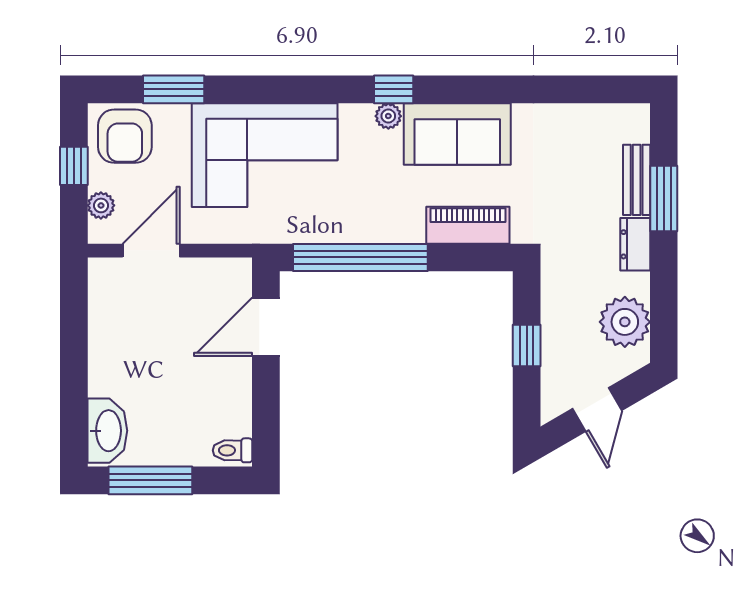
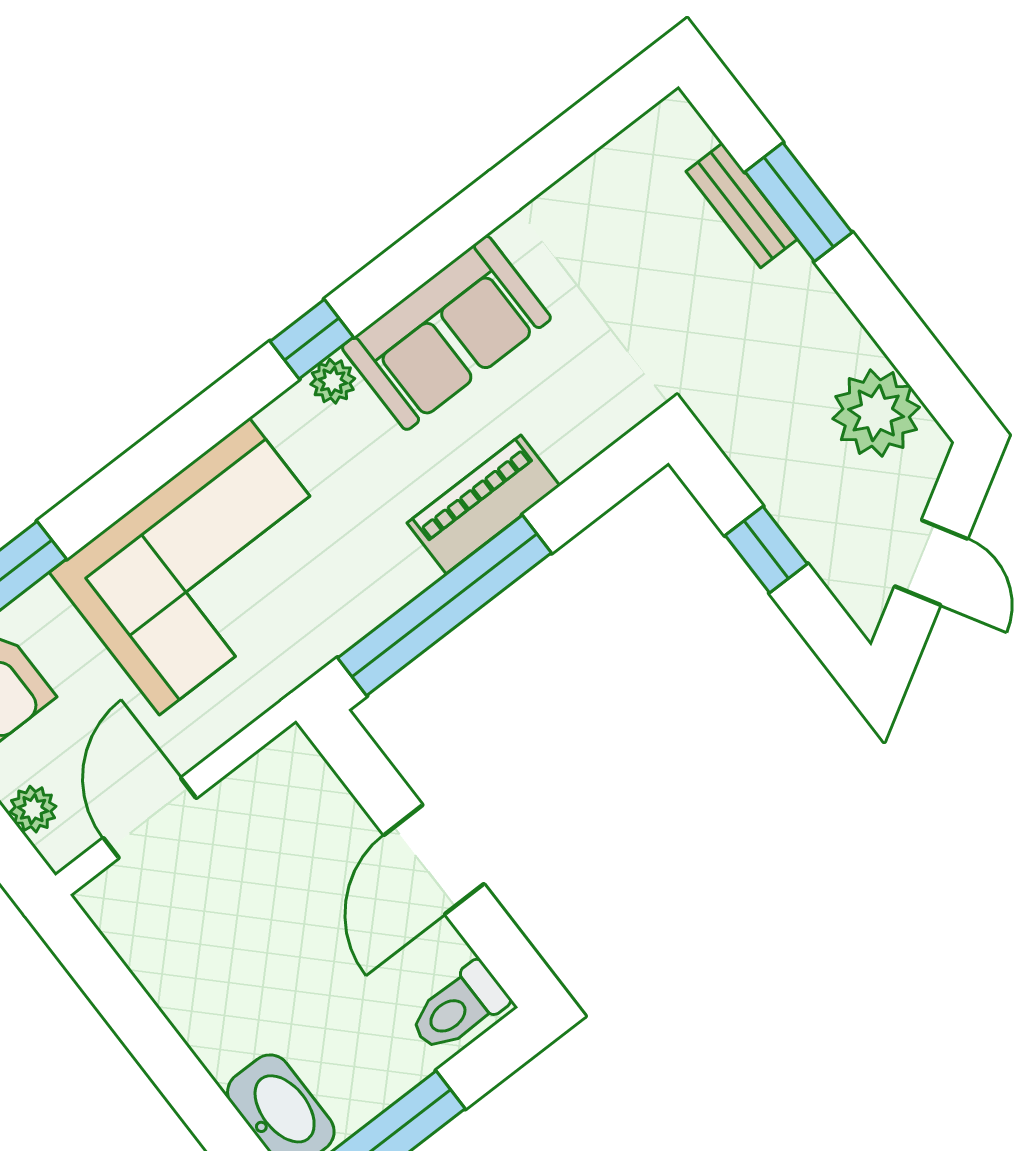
piano: (468, 225) -> (483, 504), moved
dresser: (635, 244) -> (808, 295), removed
door: (266, 327) -> (434, 859), moved
toilet: (233, 450) -> (458, 1008), width x1.37, depth x1.39

